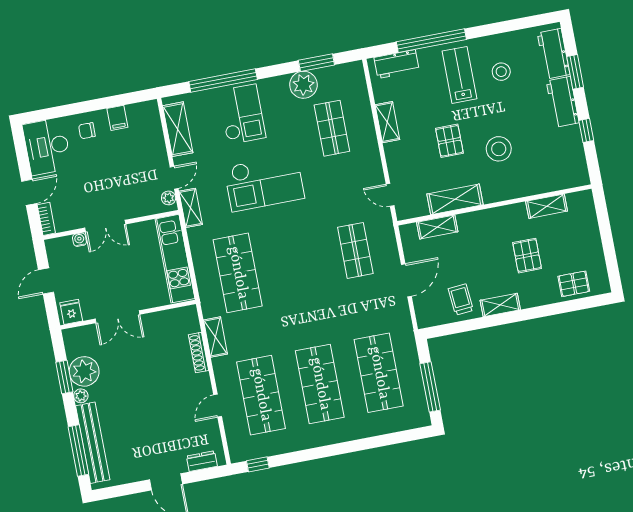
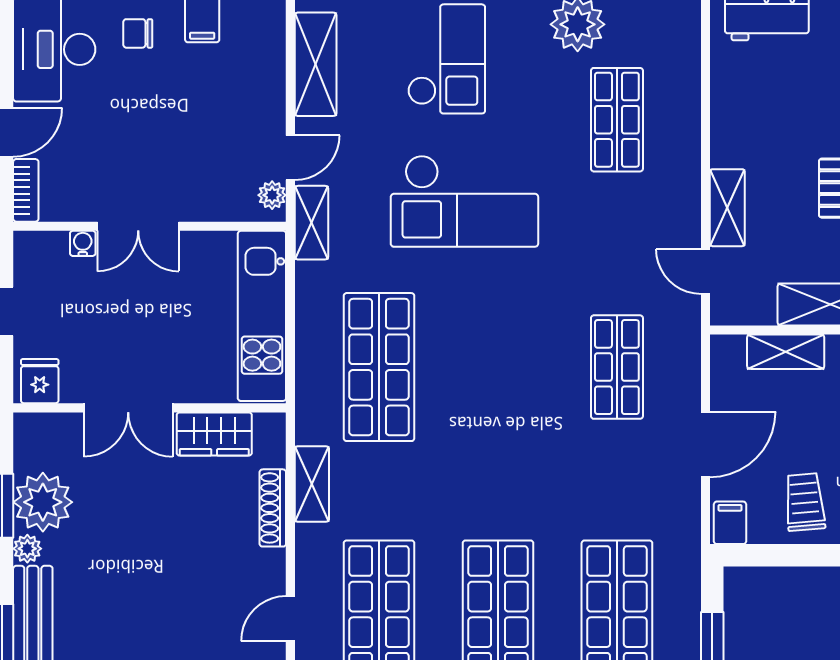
shelving: (387, 122) -> (727, 208), moved
filing cabinet: (426, 317) -> (730, 523), added
wardrobe: (162, 322) -> (214, 434), added

